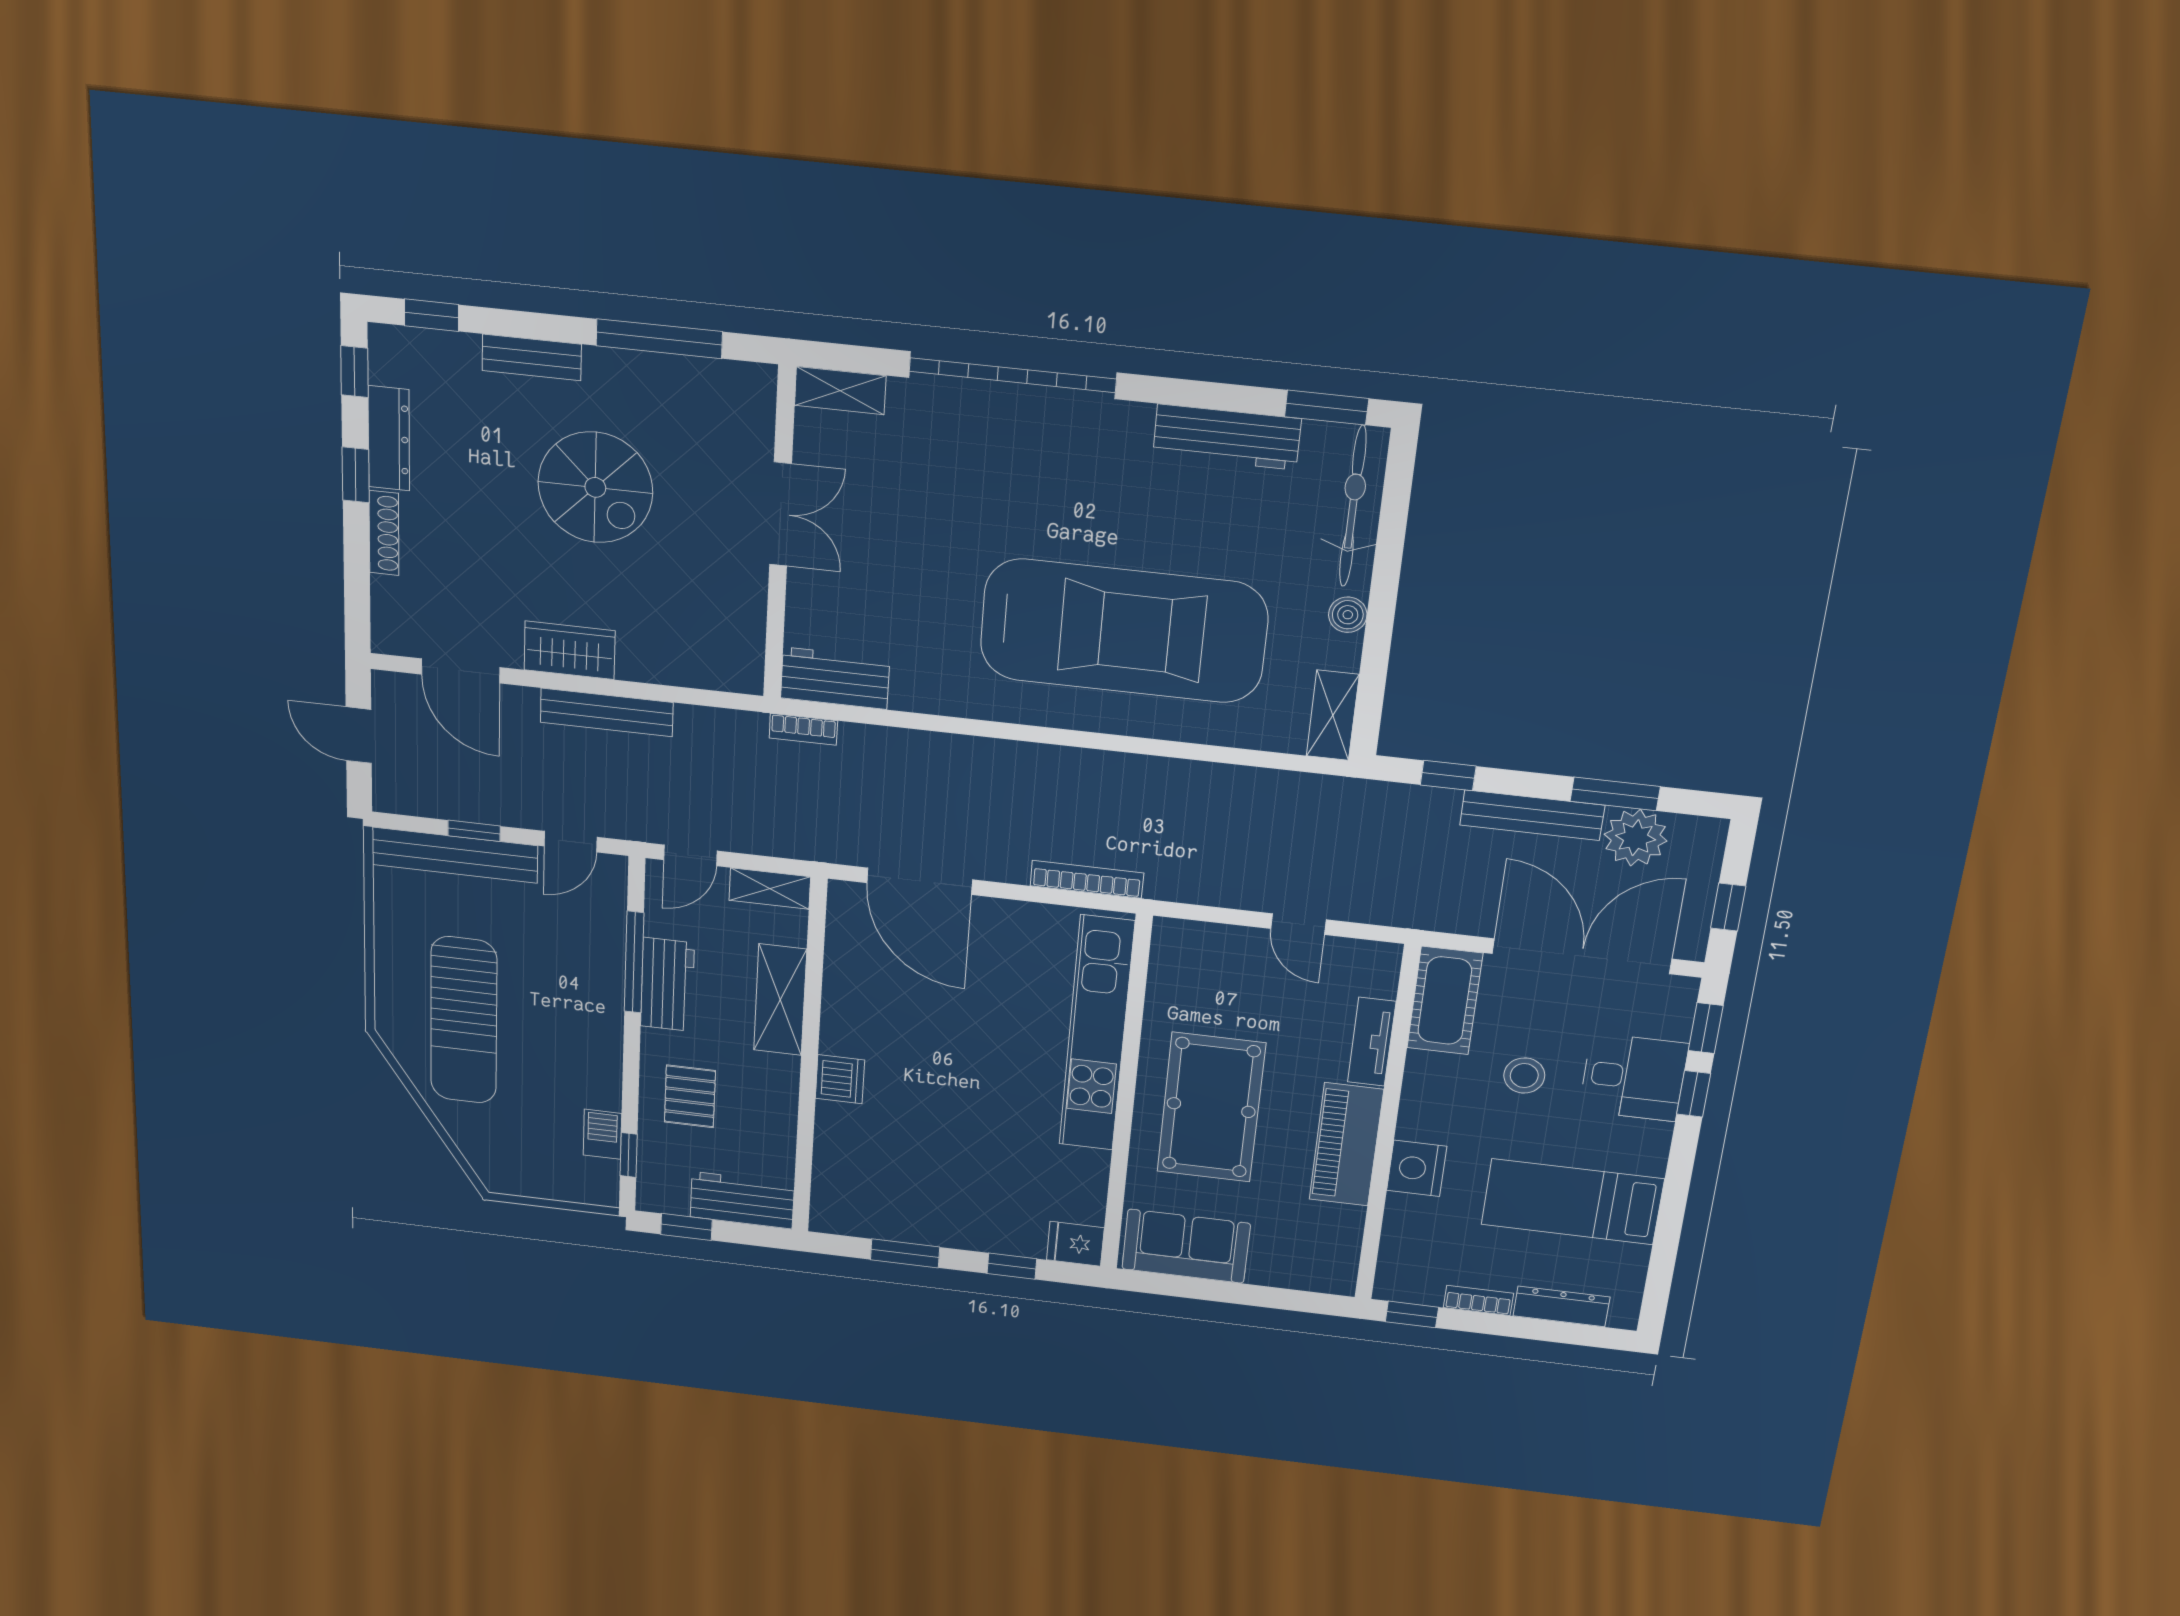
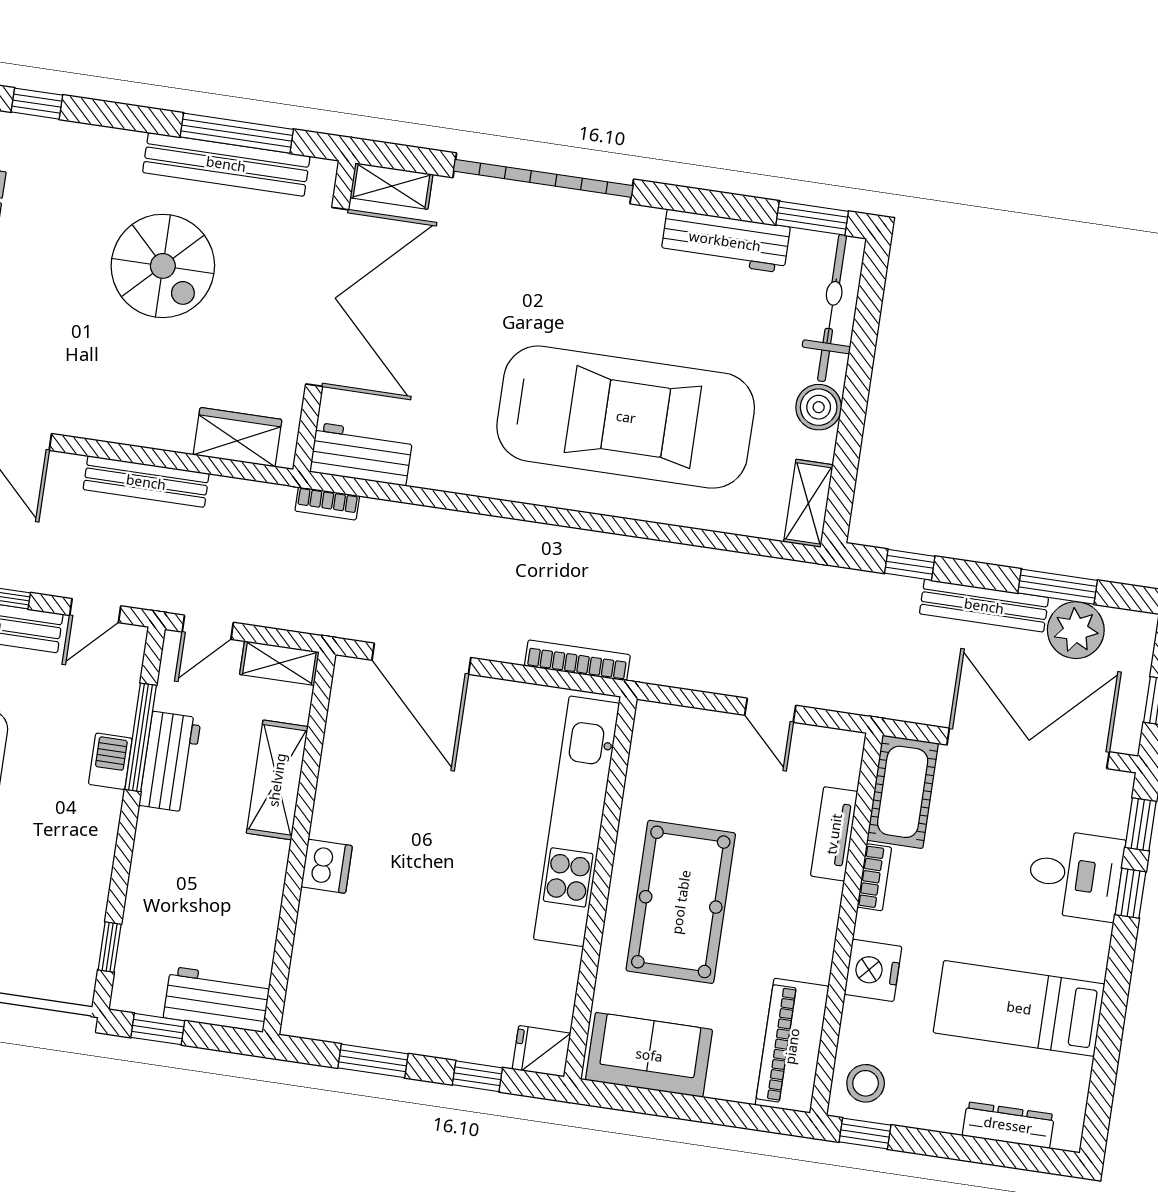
bench: (532, 357) -> (226, 164), moved, width x1.86, depth x1.21
double door: (780, 514) -> (327, 297), width x1.87
boiler: (1348, 615) -> (819, 407), width x1.36, depth x1.36
wardrobe: (570, 650) -> (237, 437), moved
stool: (1524, 1076) -> (866, 1083), moved
pallet: (690, 1096) -> (178, 883), removed
barbecue: (602, 1134) -> (110, 761), moved
piano: (1346, 1145) -> (792, 1046), moved
bookcase: (1478, 1300) -> (874, 877), moved, turned 90

